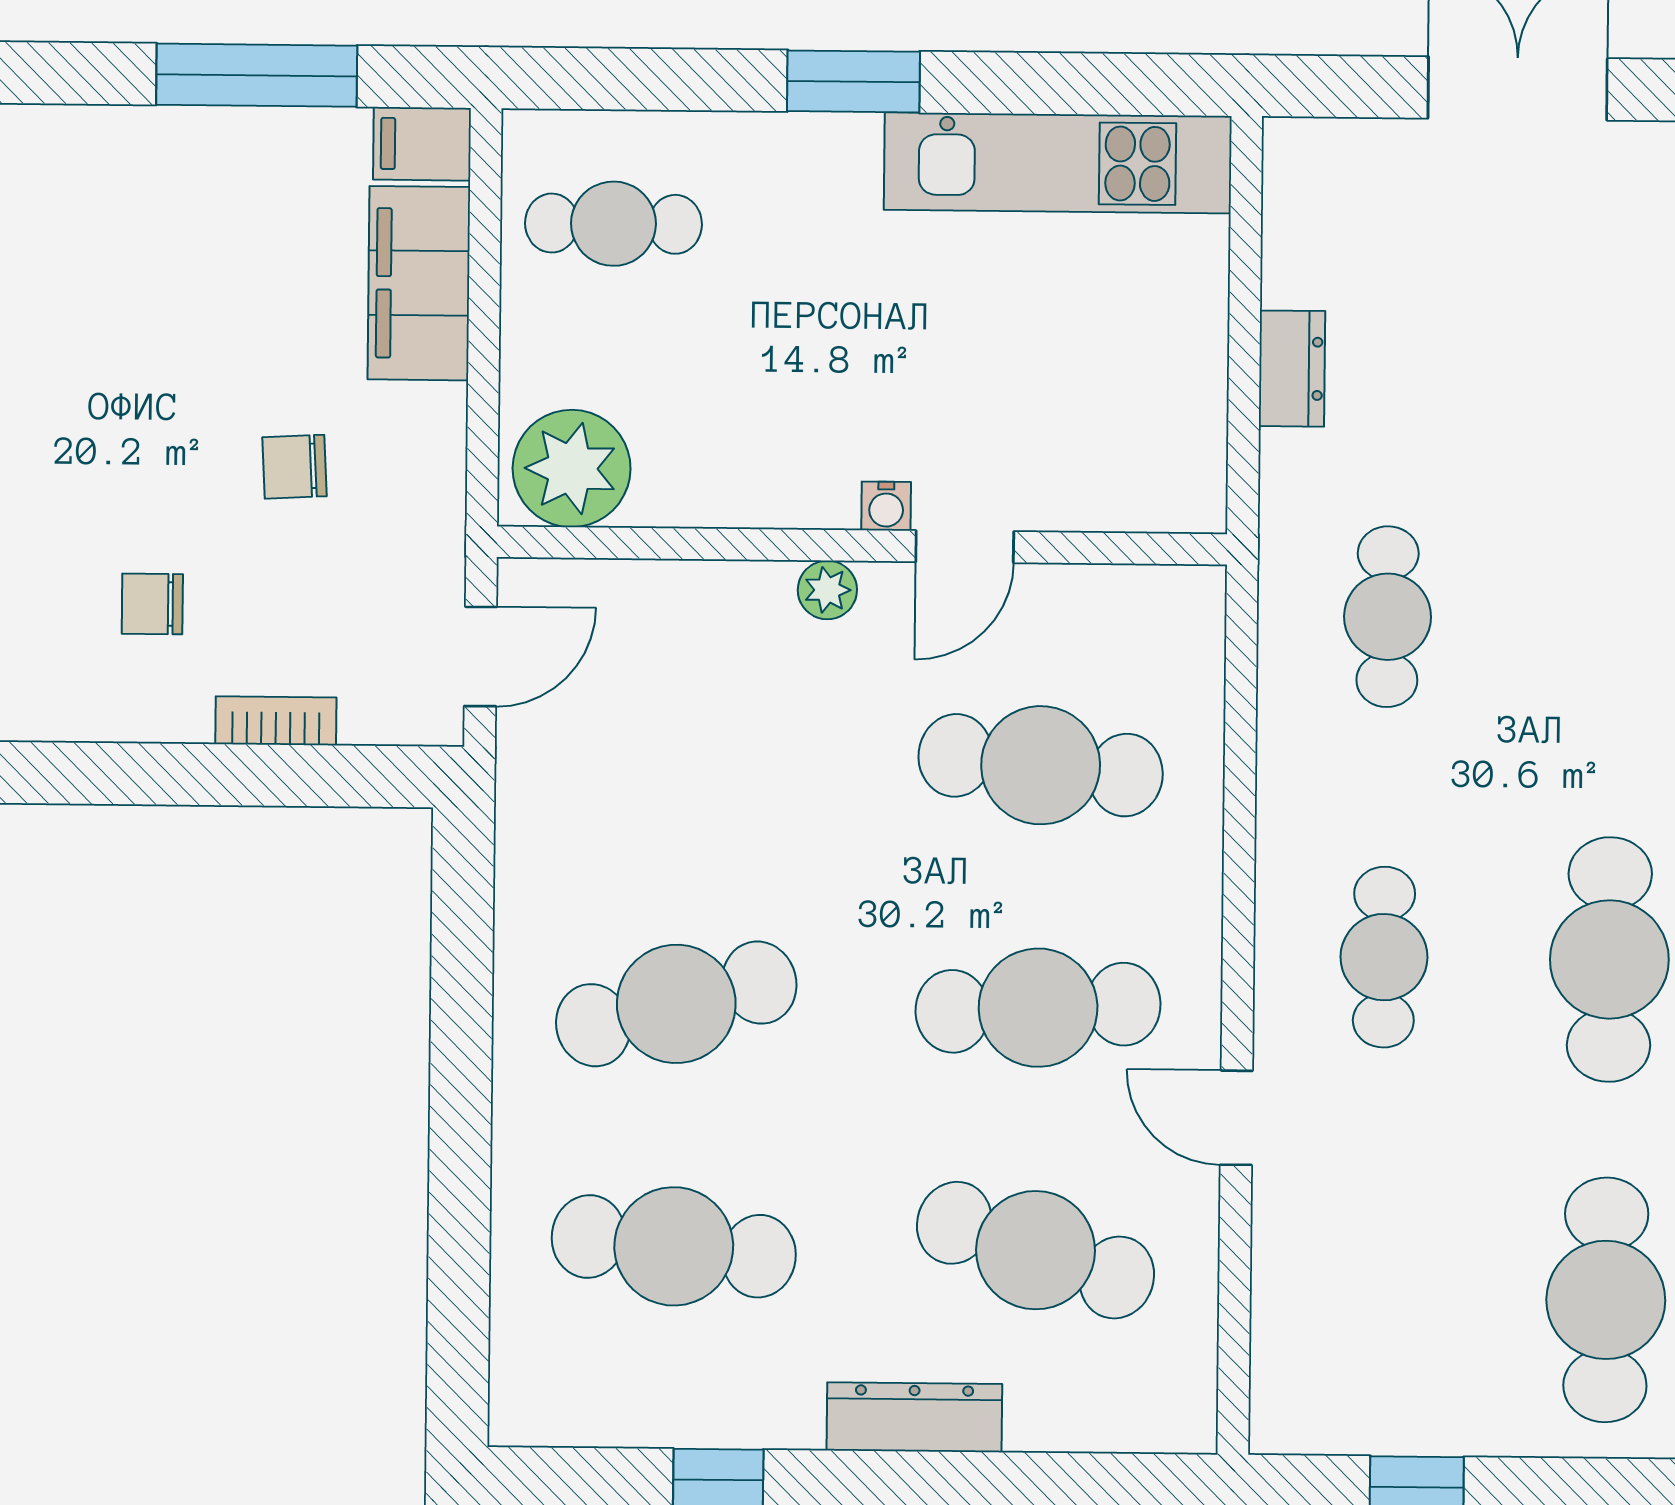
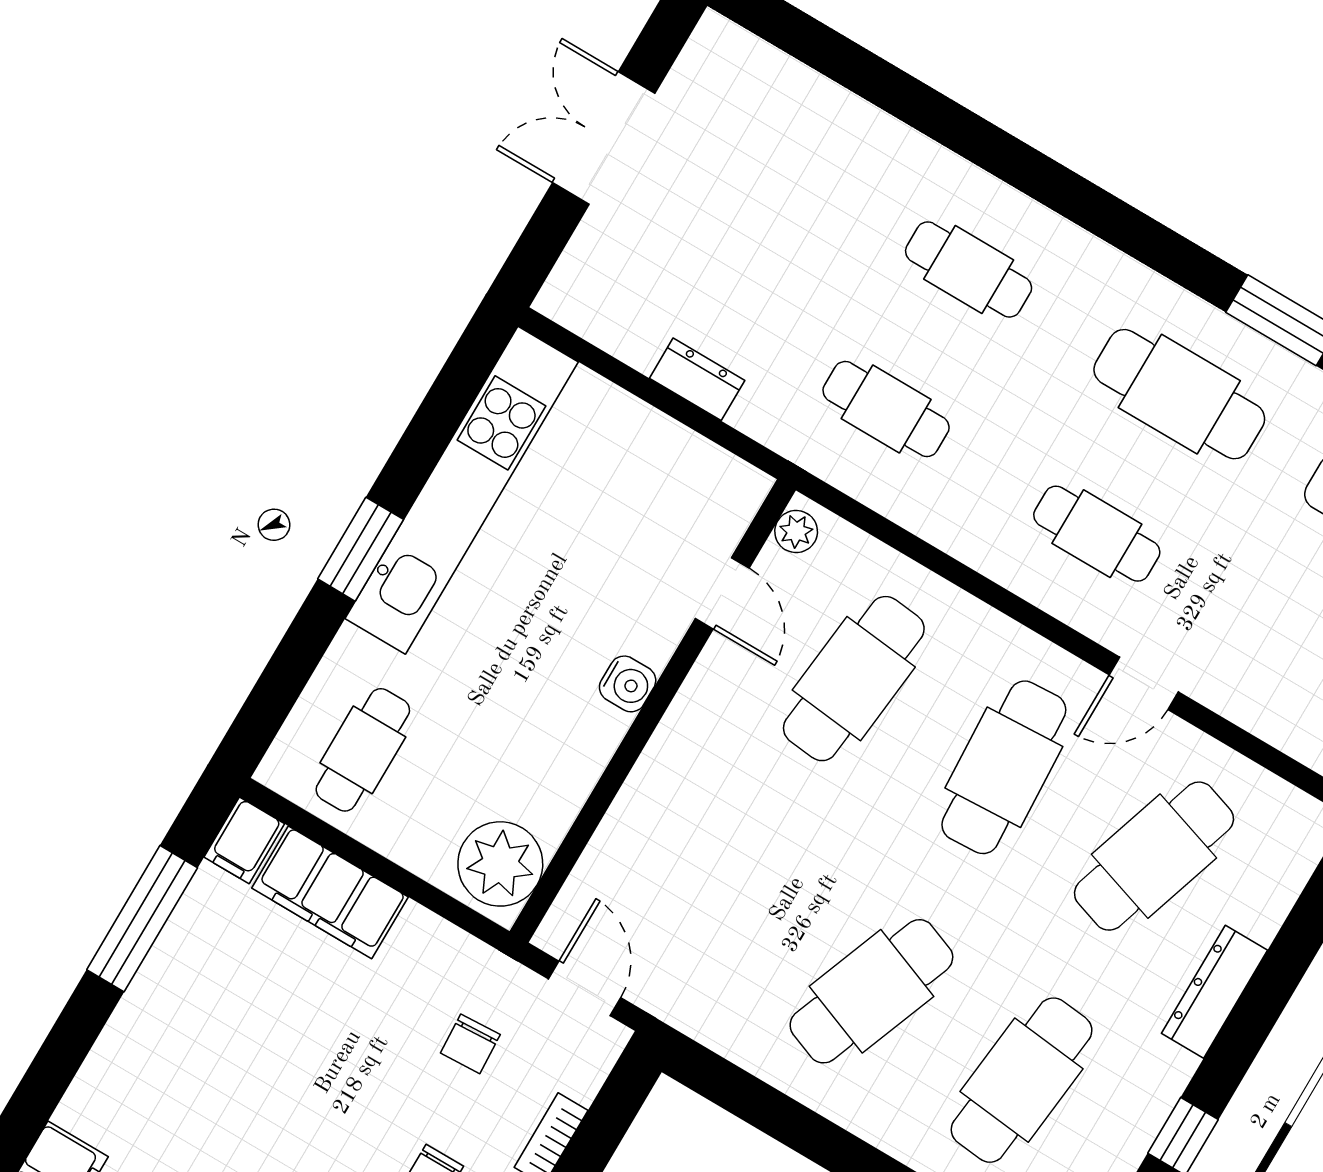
kitchen unit: (1058, 163) -> (462, 490), width x1.36
chair: (295, 467) -> (470, 1044), moved
water cooler: (886, 506) -> (628, 684), width x1.38, depth x1.38
door: (965, 547) -> (722, 593), moved
plant: (827, 590) -> (796, 532), moved
cafe table: (1613, 619) -> (969, 269), added
cafe table: (676, 1004) -> (871, 991), turned 36

